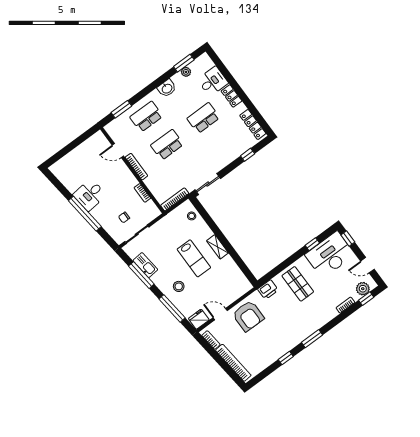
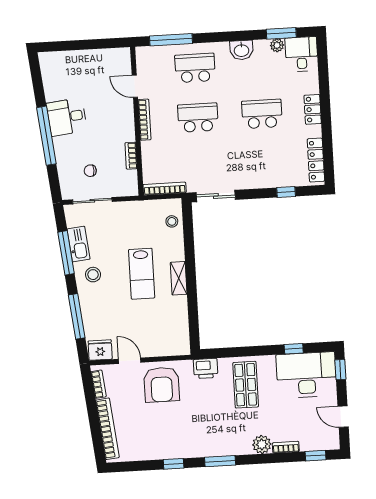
desk: (213, 81) -> (301, 54), moved, turned -90
window: (121, 109) -> (171, 40), width x1.44
stool: (179, 286) -> (93, 275), moved
plant: (363, 289) -> (262, 444), moved

